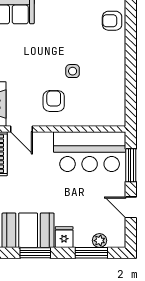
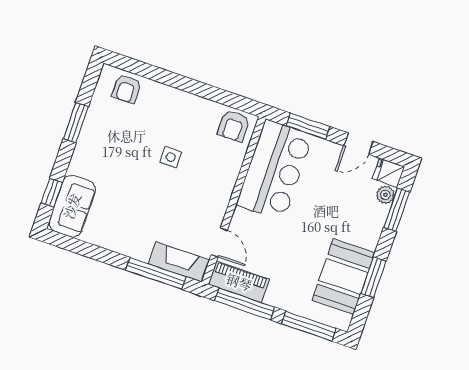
armchair: (54, 101) -> (234, 126), moved, turned -90
door: (22, 129) -> (219, 242), hinge flipped
fridge: (64, 237) -> (388, 173), moved

